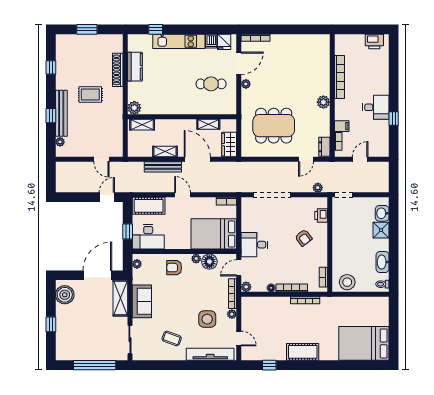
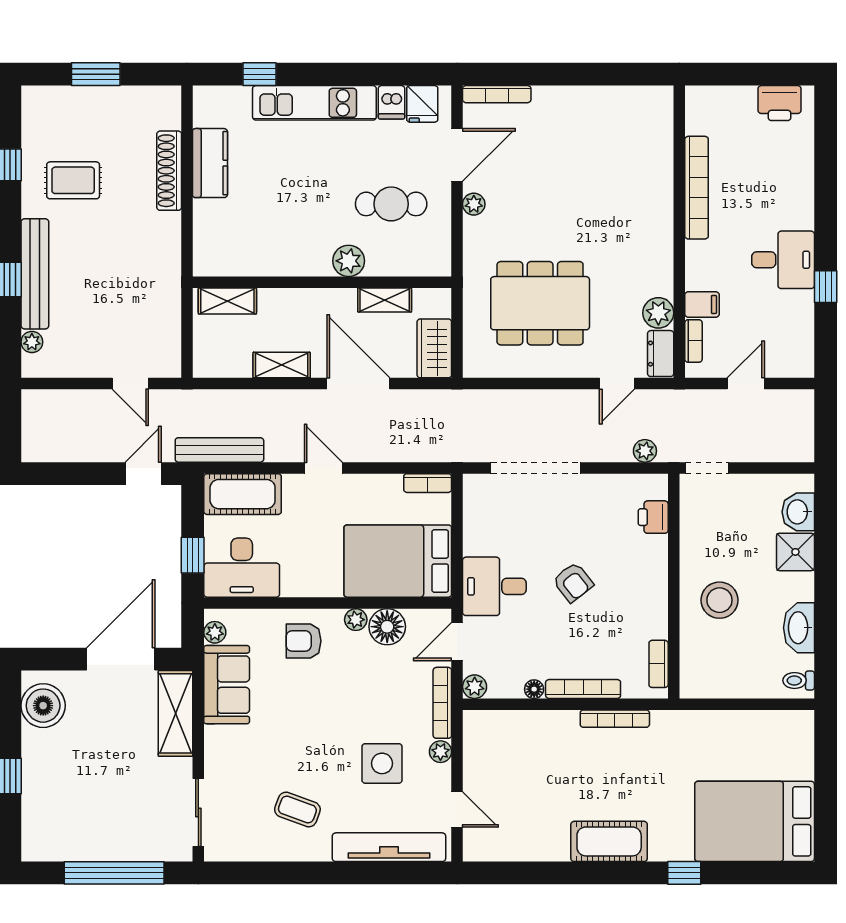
rug: (90, 94) -> (73, 180), moved
plant: (323, 102) -> (658, 313), moved
plant: (134, 108) -> (349, 261), moved
bench: (163, 167) -> (219, 450), moved
armchair: (303, 238) -> (573, 582), moved
stool: (347, 282) -> (719, 600), moved
sofa: (142, 301) -> (227, 685), moved
window: (269, 365) -> (684, 873), moved

